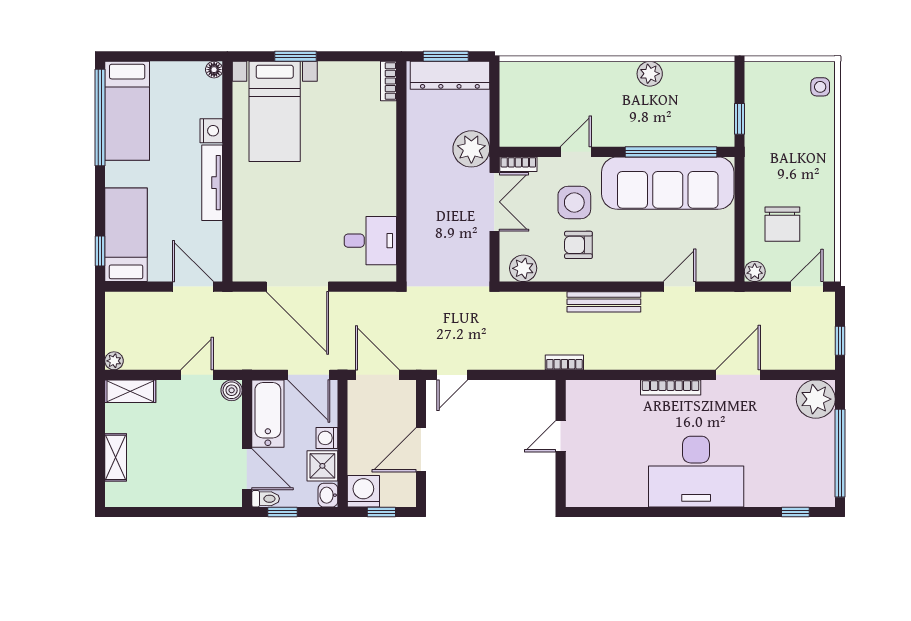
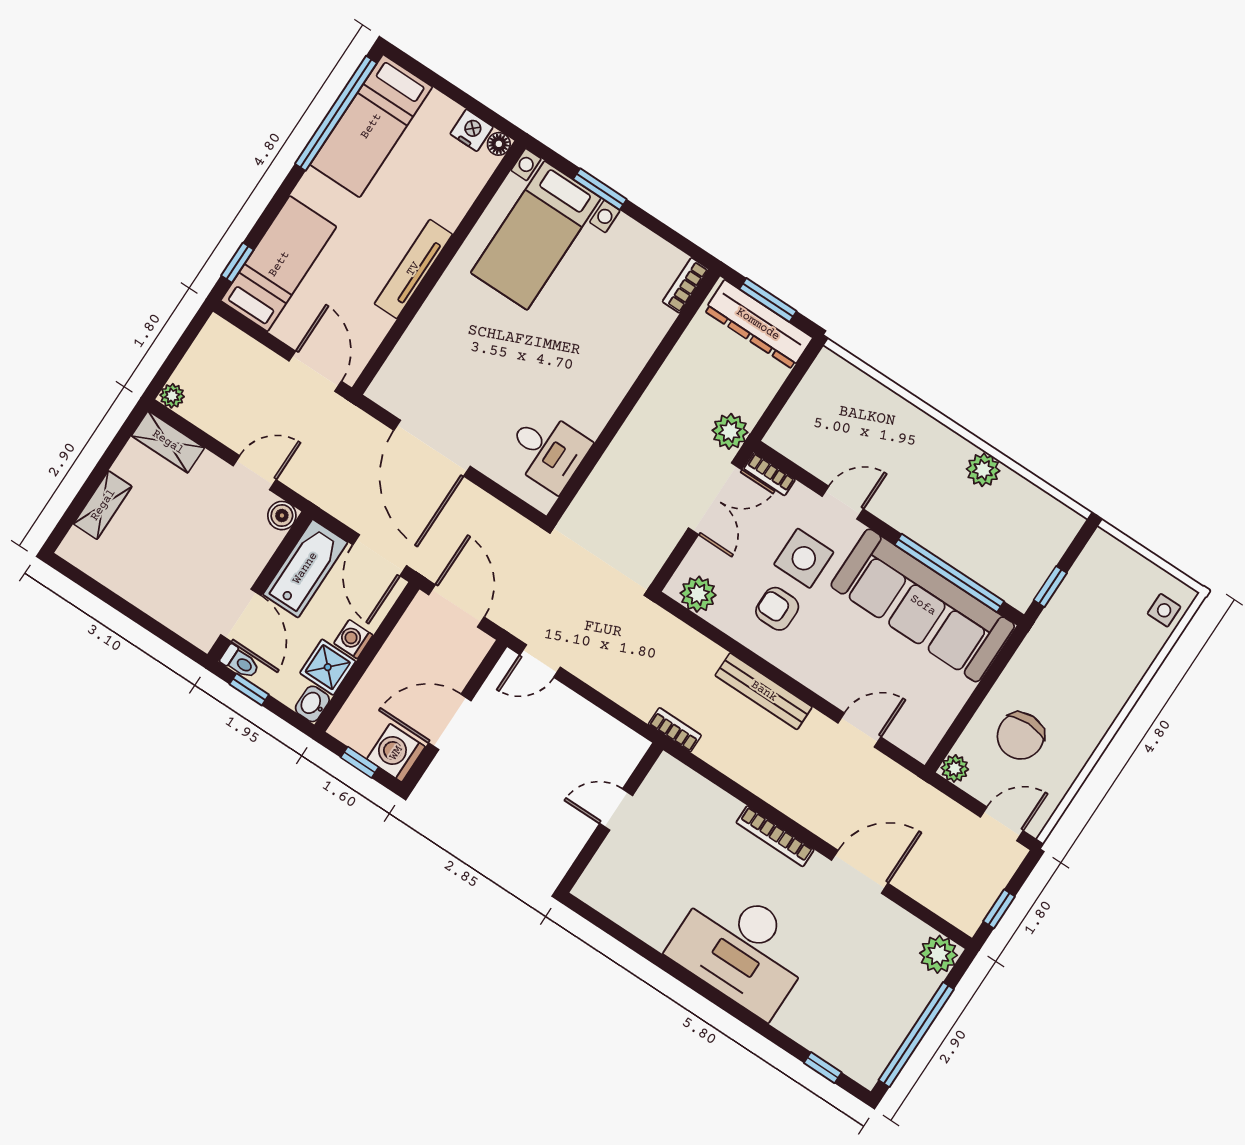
nightstand: (211, 131) -> (472, 130), moved, turned -90
plant: (471, 149) -> (730, 431), width x0.73, depth x0.73
plant: (816, 399) -> (938, 954), width x0.73, depth x0.73
washing machine: (363, 491) -> (396, 753), moved, turned -90

